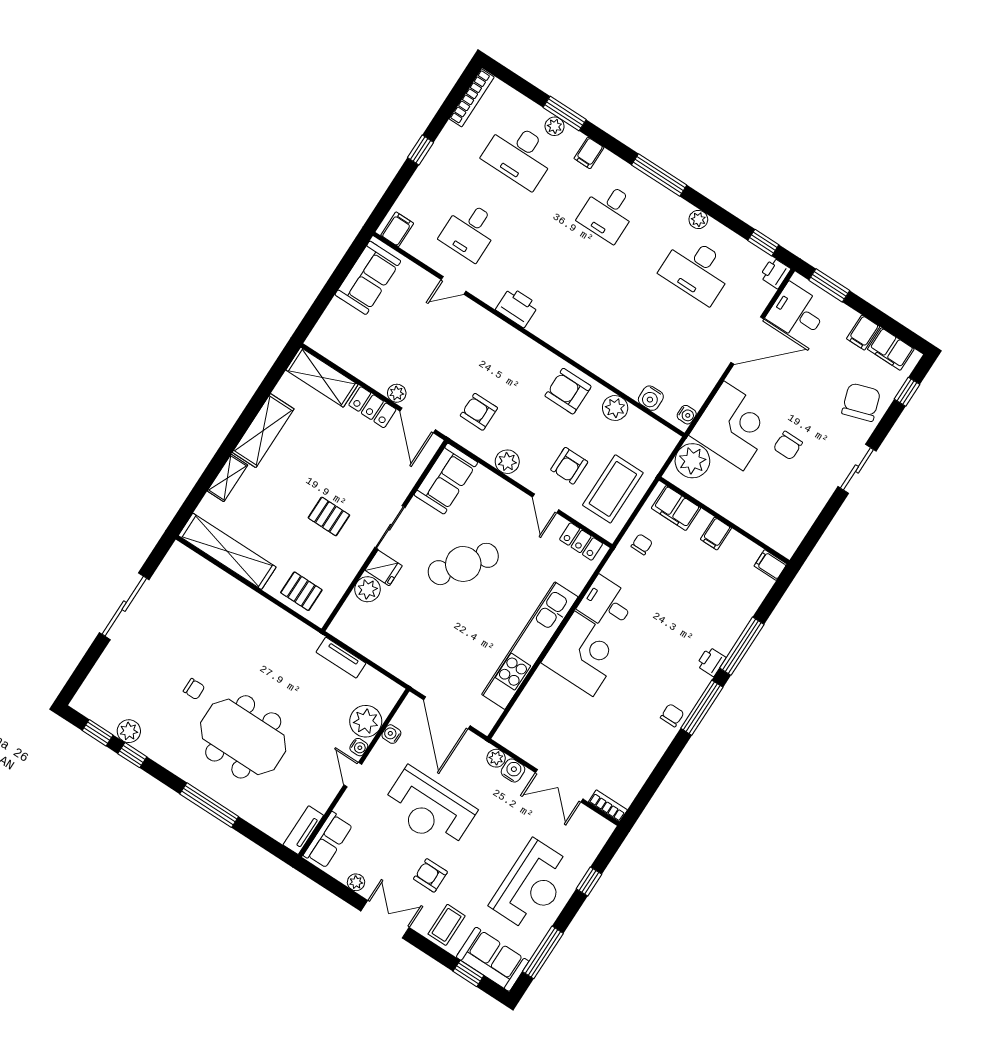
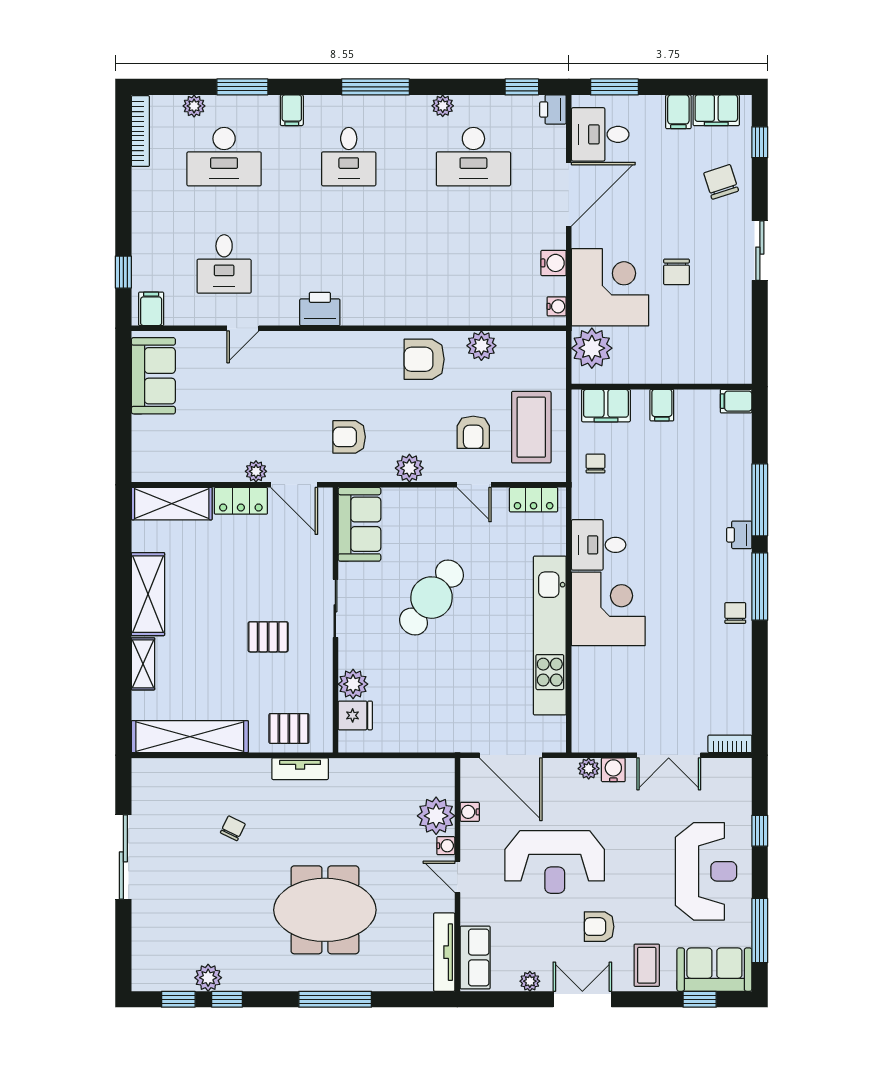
plant: (555, 126) -> (194, 106), moved
window: (421, 150) -> (123, 272), moved
water cooler: (651, 398) -> (554, 263), moved, turned -90
chair: (861, 402) -> (721, 182), width x0.73, depth x0.73
fridge: (384, 568) -> (355, 715), moved
tv unit: (341, 658) -> (300, 769), moved
chair: (194, 689) -> (233, 828), moved, turned -64
tv unit: (303, 830) -> (444, 952), width x1.41

